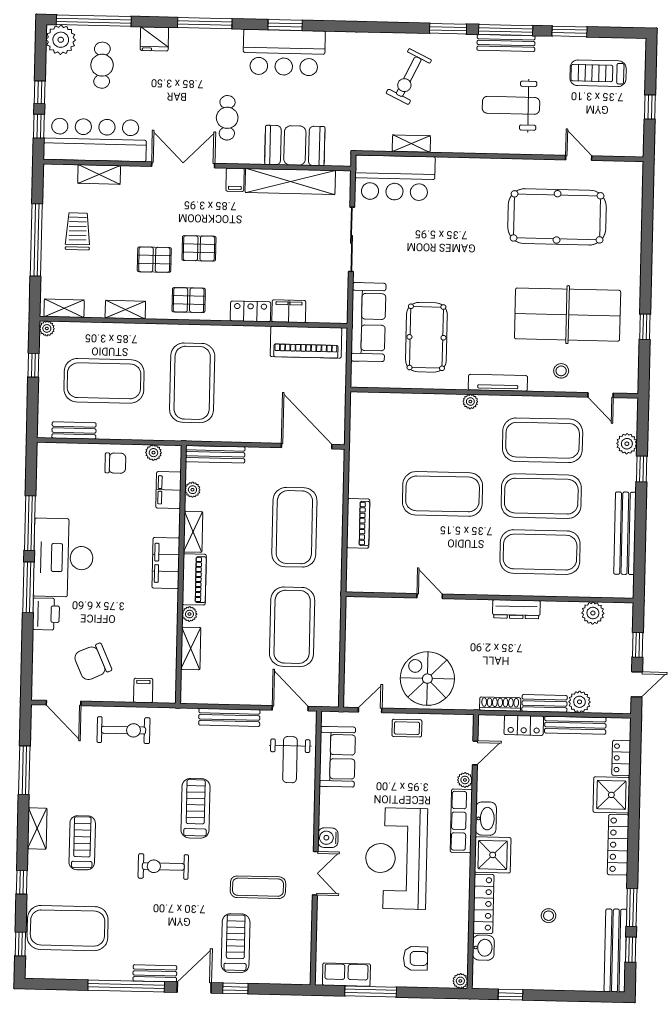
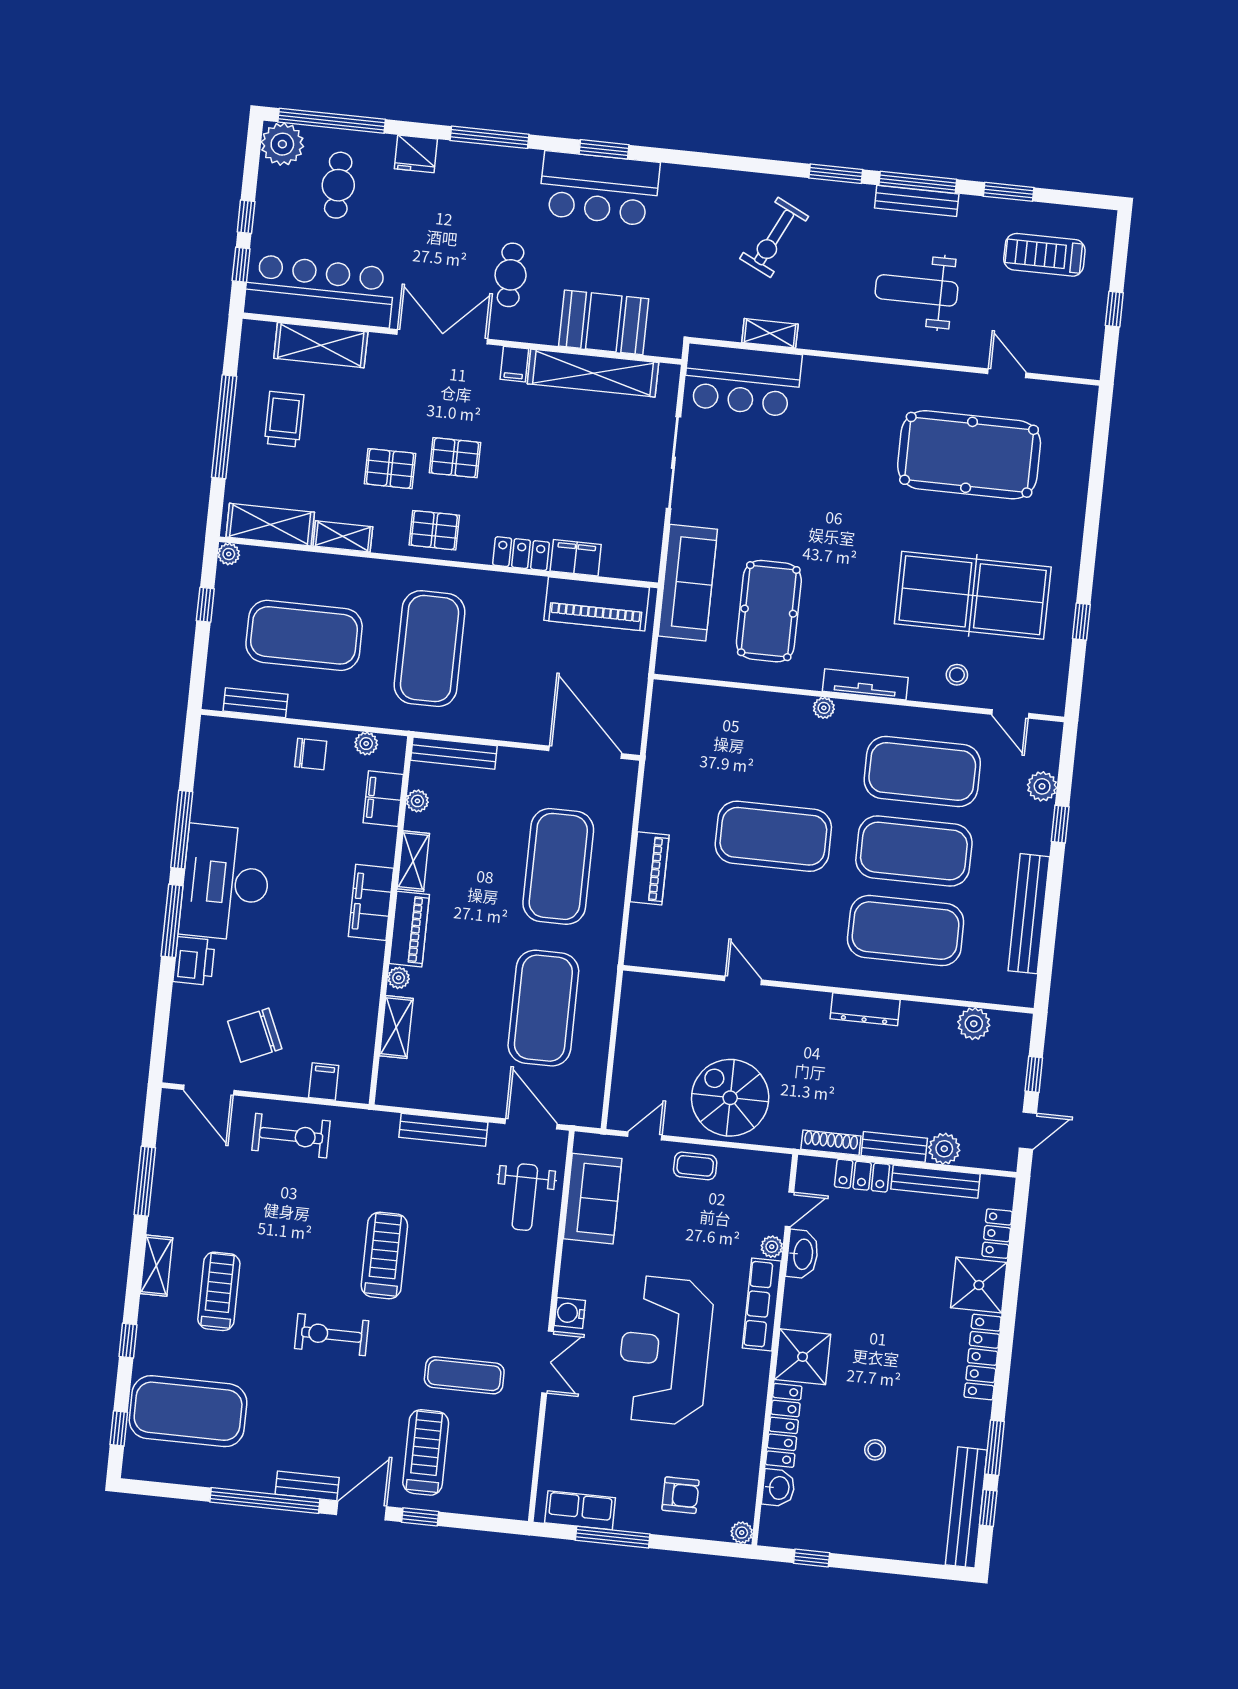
shelving: (99, 174) -> (321, 345), width x1.50, depth x1.33
shelving: (64, 308) -> (270, 525), width x1.50, depth x1.33
washbasin: (486, 819) -> (802, 1254), moved

